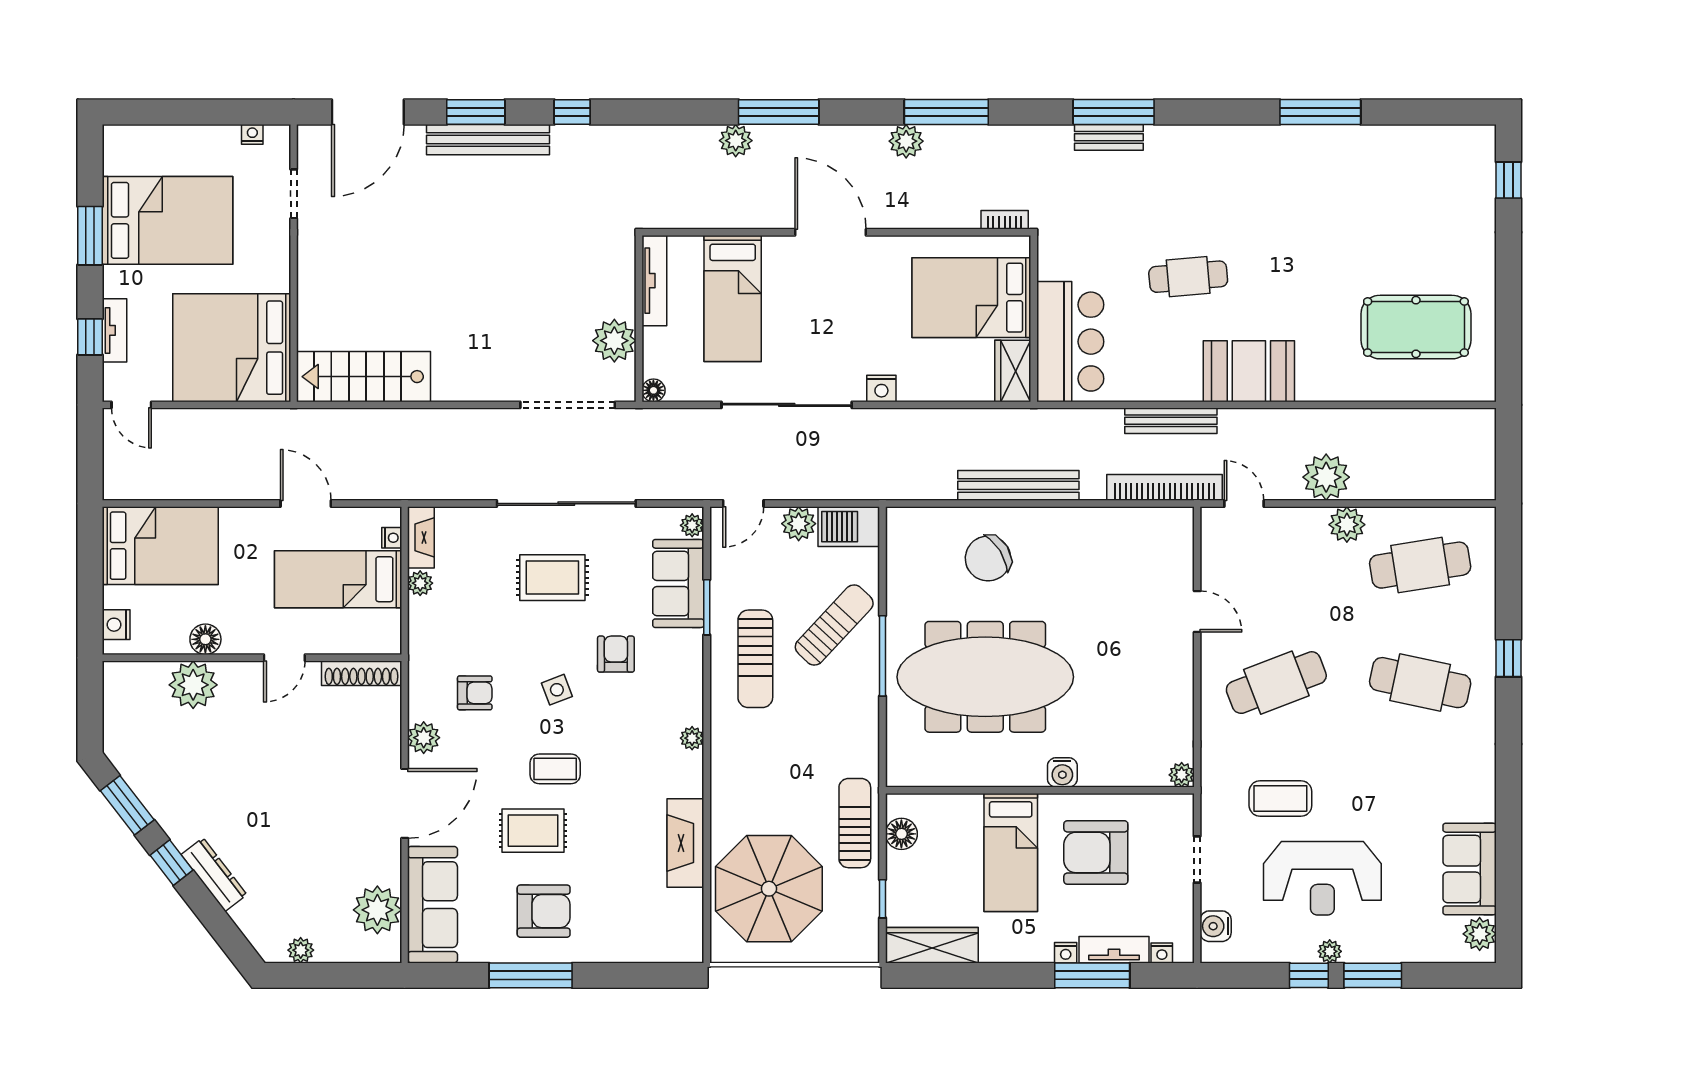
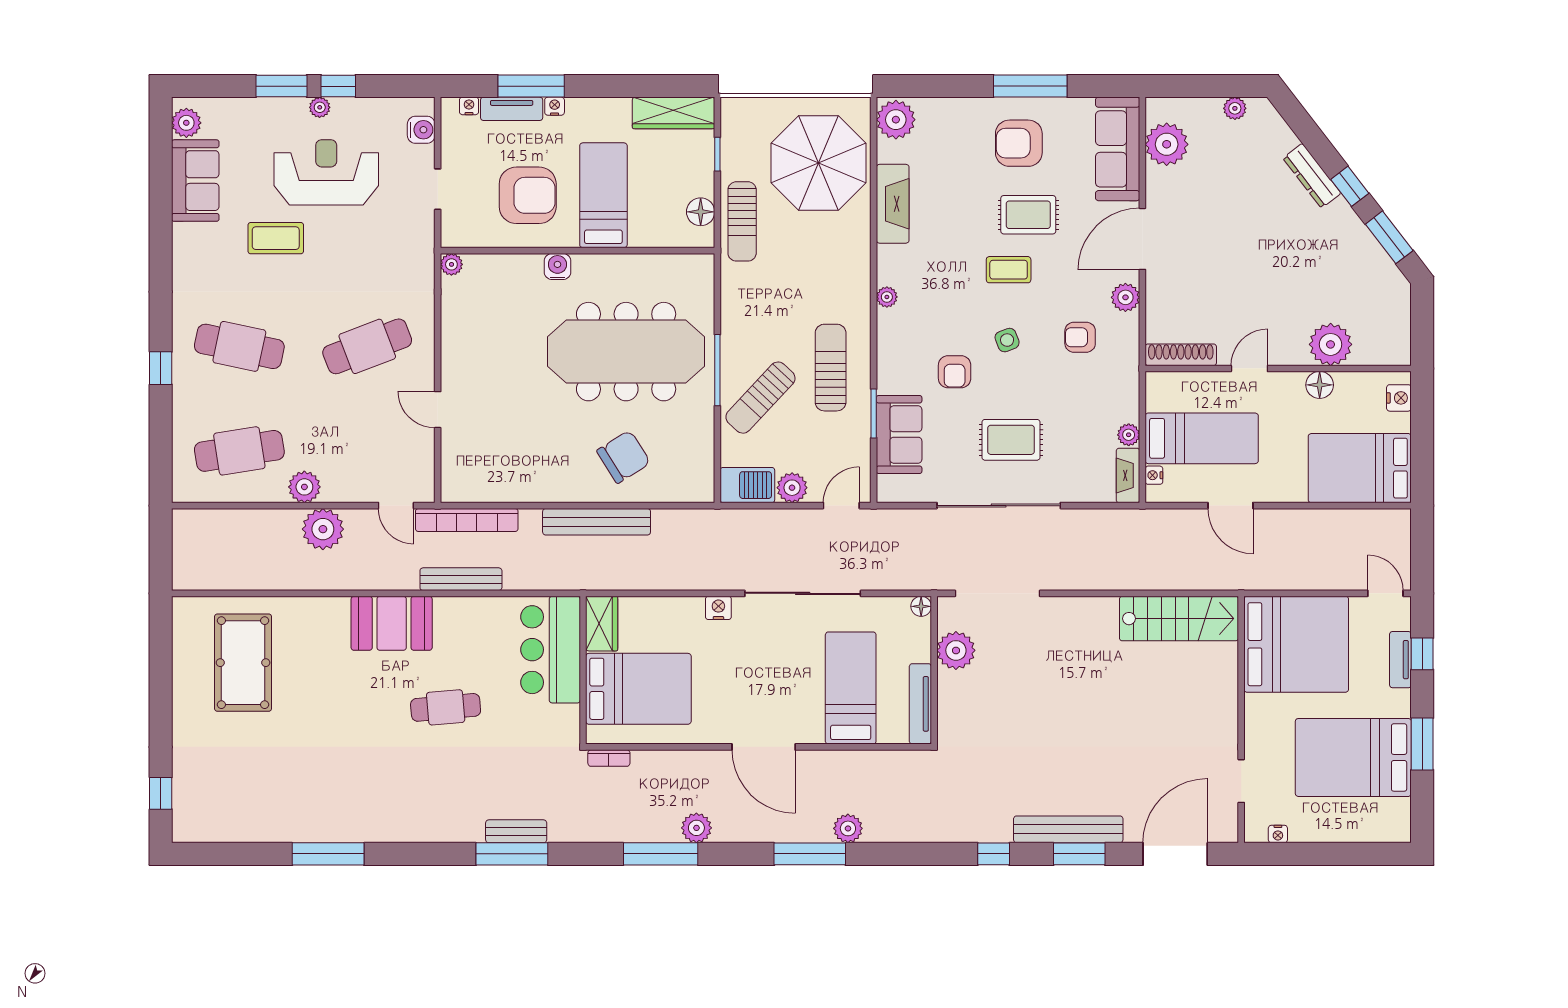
pool table: (1416, 327) -> (243, 663), turned 90
plant: (692, 525) -> (896, 120), moved, width x1.88, depth x1.88
coffee table: (1280, 798) -> (276, 238), moved

